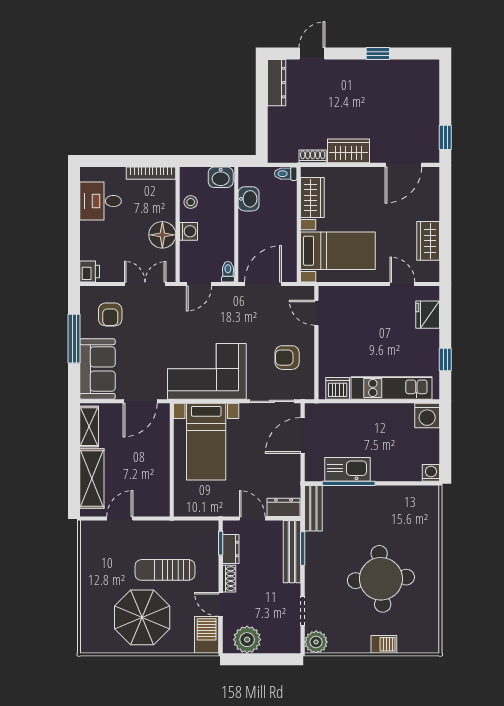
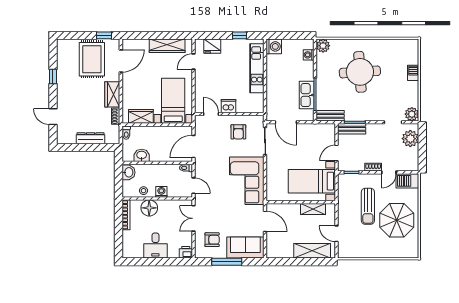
dresser: (277, 83) -> (90, 138), moved
rug: (406, 117) -> (92, 59), added
door: (403, 165) -> (121, 61), hinge flipped
desk: (101, 201) -> (155, 246), moved
floor lamp: (162, 235) -> (149, 208), moved
wardrobe: (428, 241) -> (167, 46), width x1.50
door: (263, 284) -> (194, 146), hinge flipped
door: (316, 313) -> (211, 114), swing flipped
dishwasher: (338, 388) -> (228, 106), moved, turned 90
shelving: (89, 427) -> (313, 209), moved
bed with nightstands: (206, 442) -> (312, 181), moved, turned 180
washing machine: (431, 473) -> (309, 55), moved
plant: (428, 496) -> (323, 46), added
dresser: (284, 507) -> (330, 134), removed
dresser: (231, 549) -> (355, 166), removed
bench: (292, 552) -> (352, 129), width x0.73
round table: (381, 579) -> (360, 72), moved
plant: (247, 640) -> (410, 139), moved

